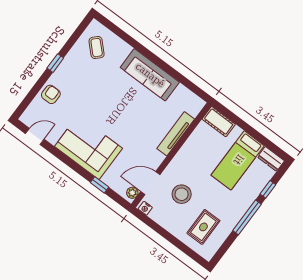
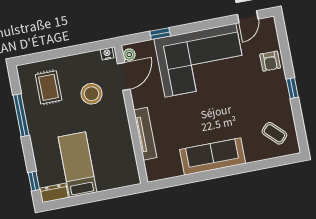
cot: (219, 122) -> (123, 178), removed
corner sofa: (89, 147) -> (200, 60), width x1.36, depth x1.36
window: (268, 189) -> (34, 181), moved
window: (247, 217) -> (21, 115), moved

